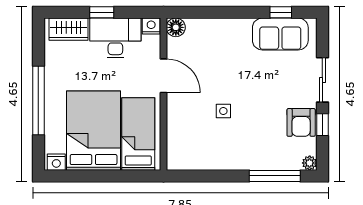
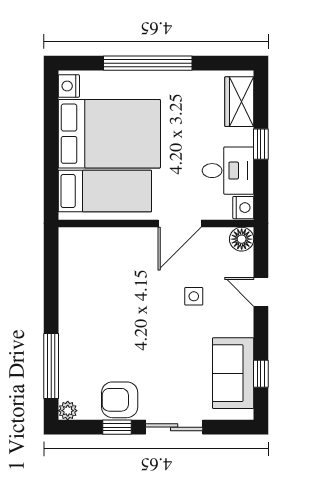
door: (217, 12) -> (261, 292), added
desk: (115, 38) -> (228, 171), width x0.73
side table: (223, 111) -> (194, 296), moved

